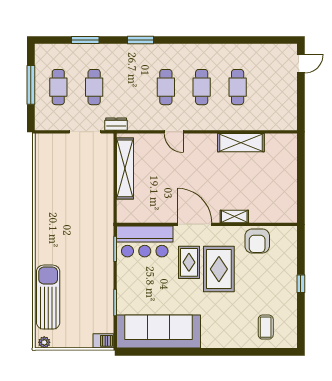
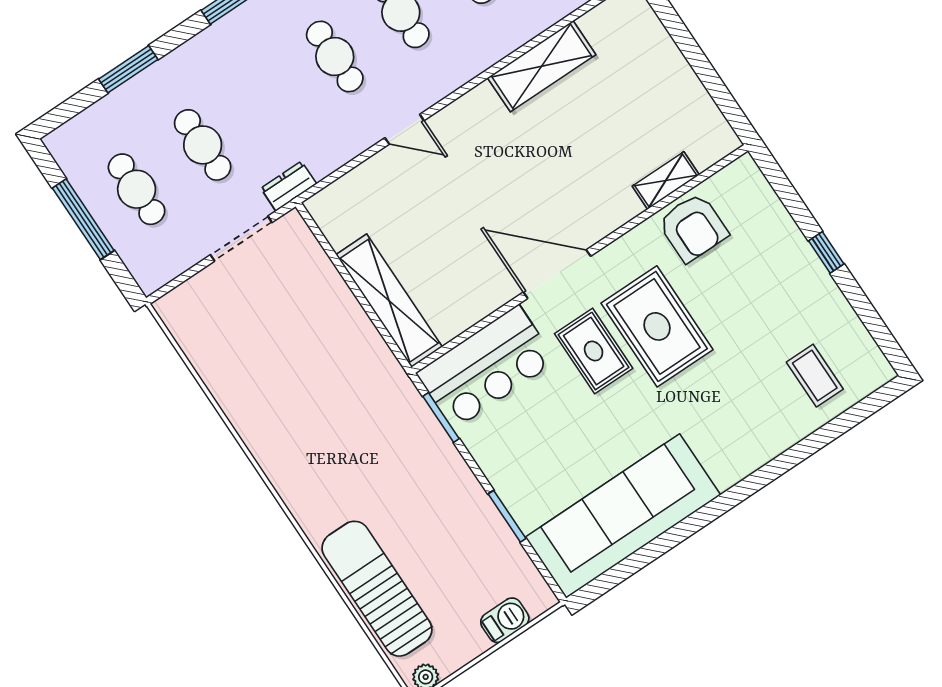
shelving: (125, 168) -> (389, 301), moved
shelving: (234, 217) -> (666, 180), moved
barbecue: (103, 341) -> (505, 620), moved

